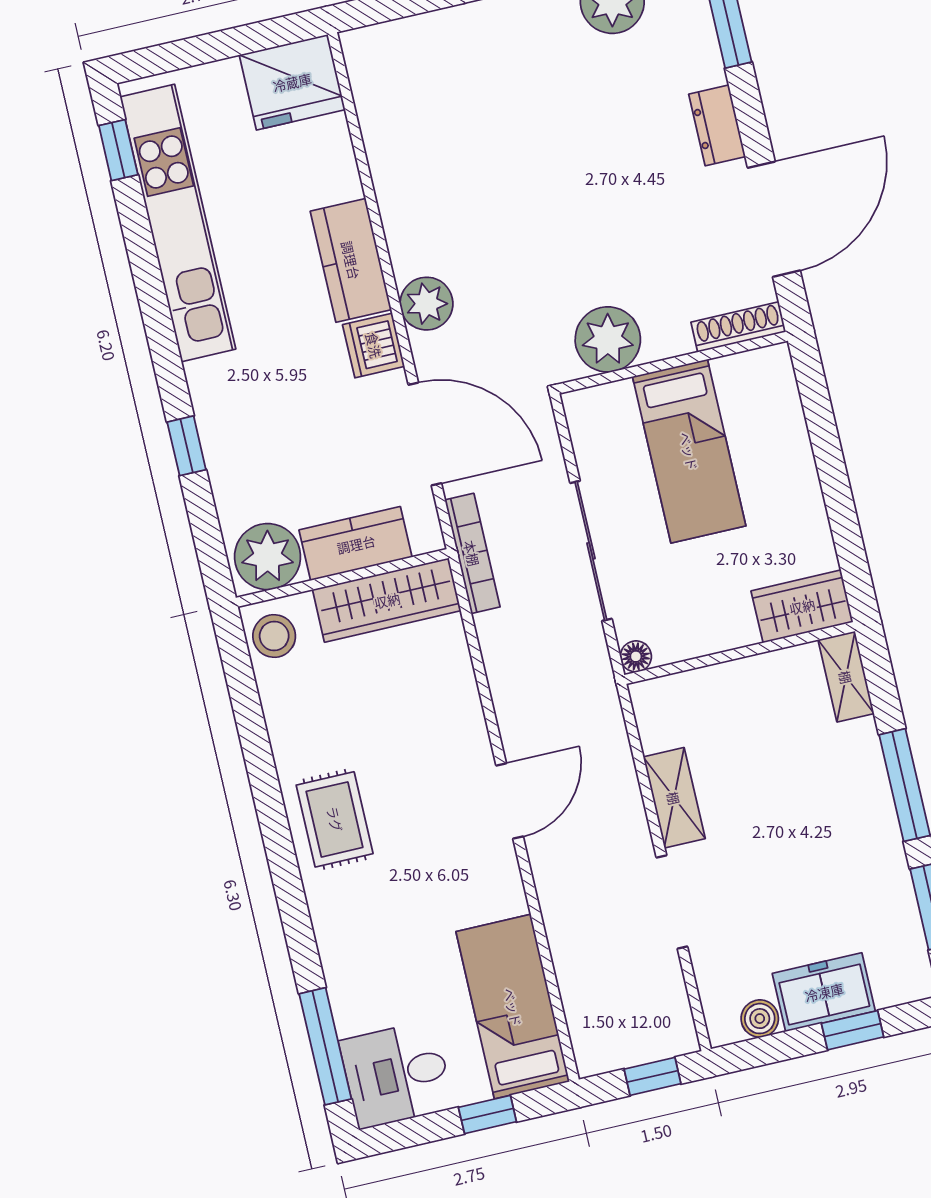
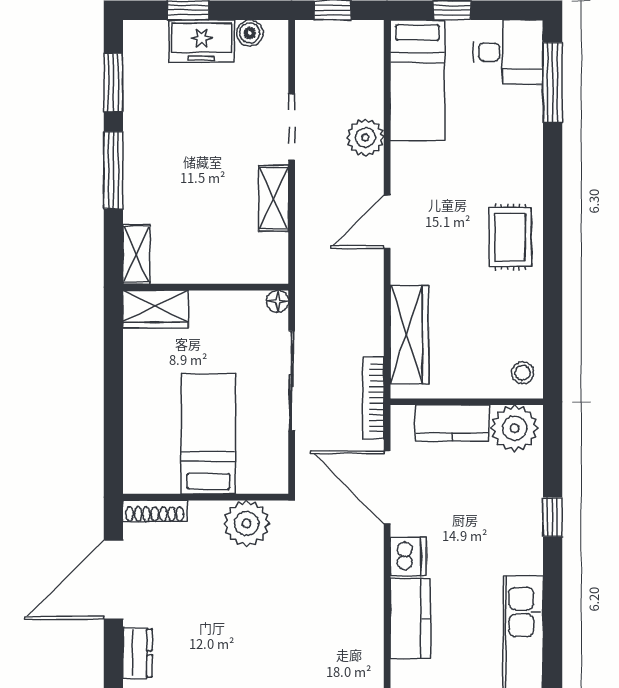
plant: (427, 304) -> (365, 137), moved
wardrobe: (387, 600) -> (409, 335), moved, turned 90
stool: (274, 636) -> (523, 373), width x0.73, depth x0.73

